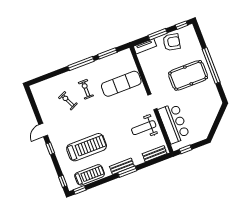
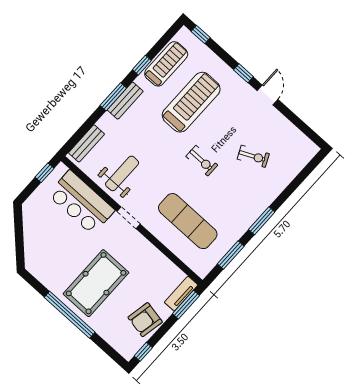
window: (158, 34) -> (186, 305), moved
window: (81, 63) -> (262, 221), width x0.69
exercise mat: (121, 84) -> (188, 221), turned 90
exercise bike: (86, 89) -> (202, 161), moved
treadmill: (87, 147) -> (191, 102), turned 180
treadmill: (90, 175) -> (166, 64), turned 180
window: (80, 190) -> (142, 65), moved

